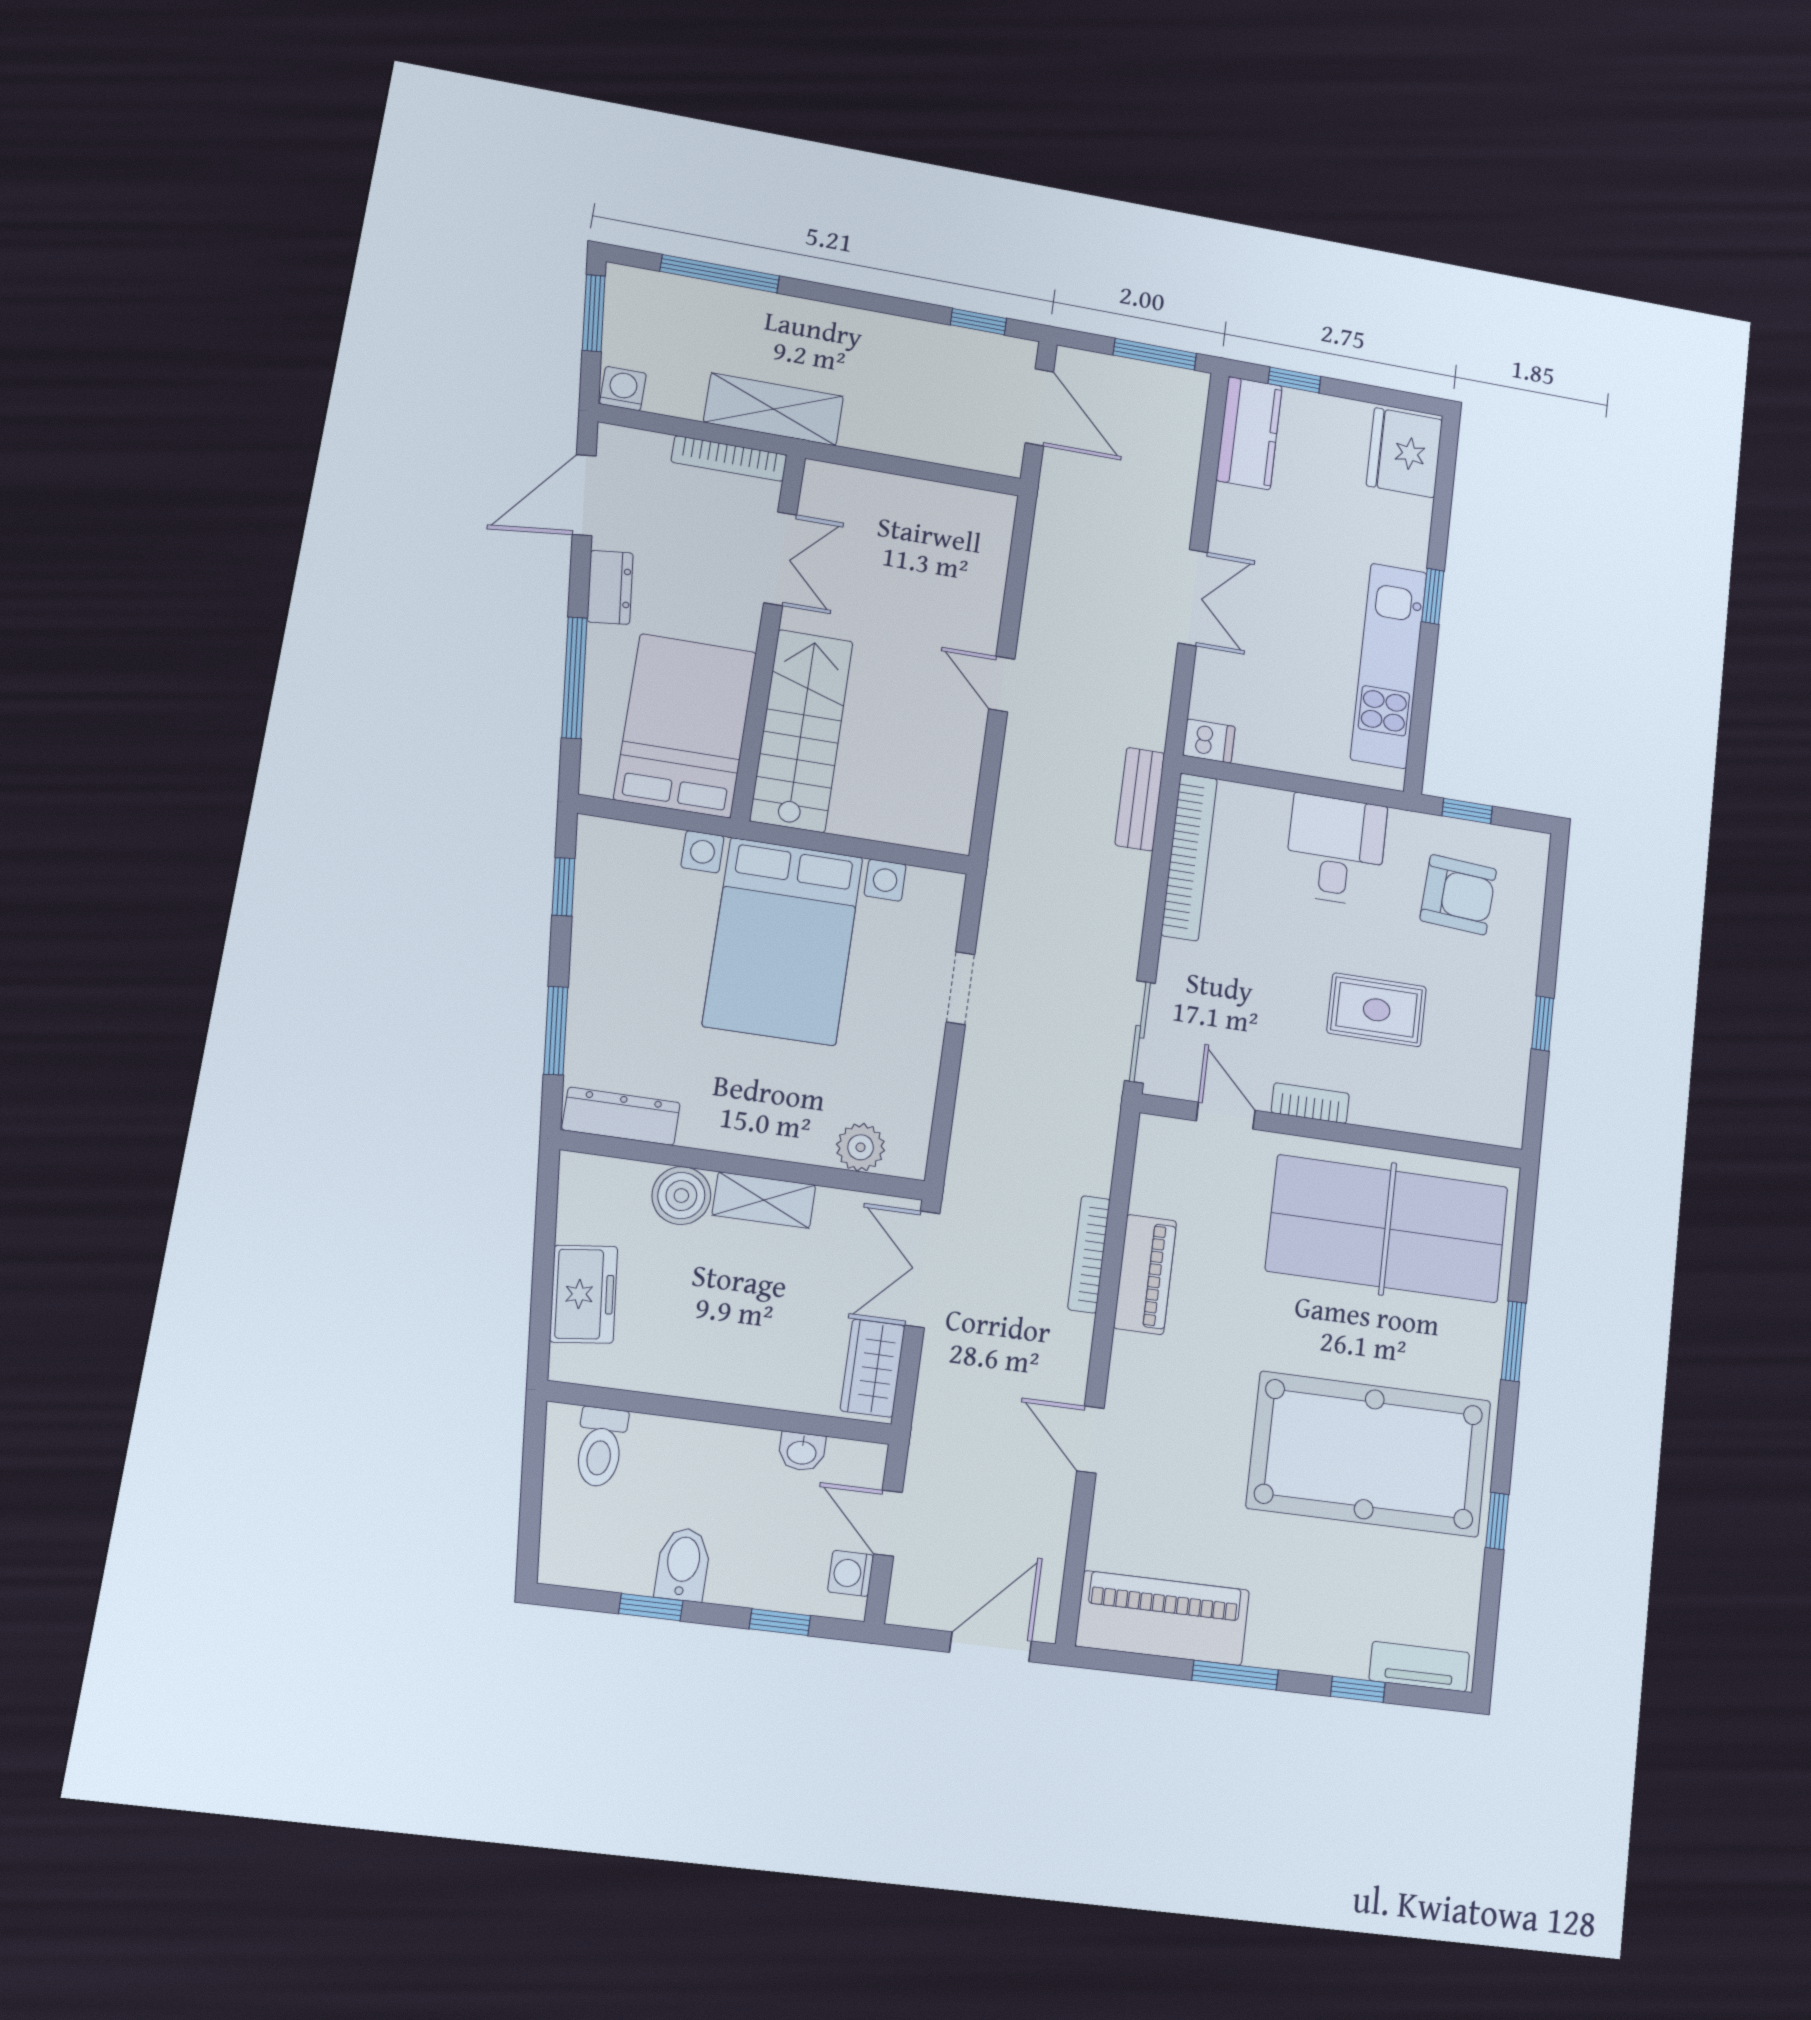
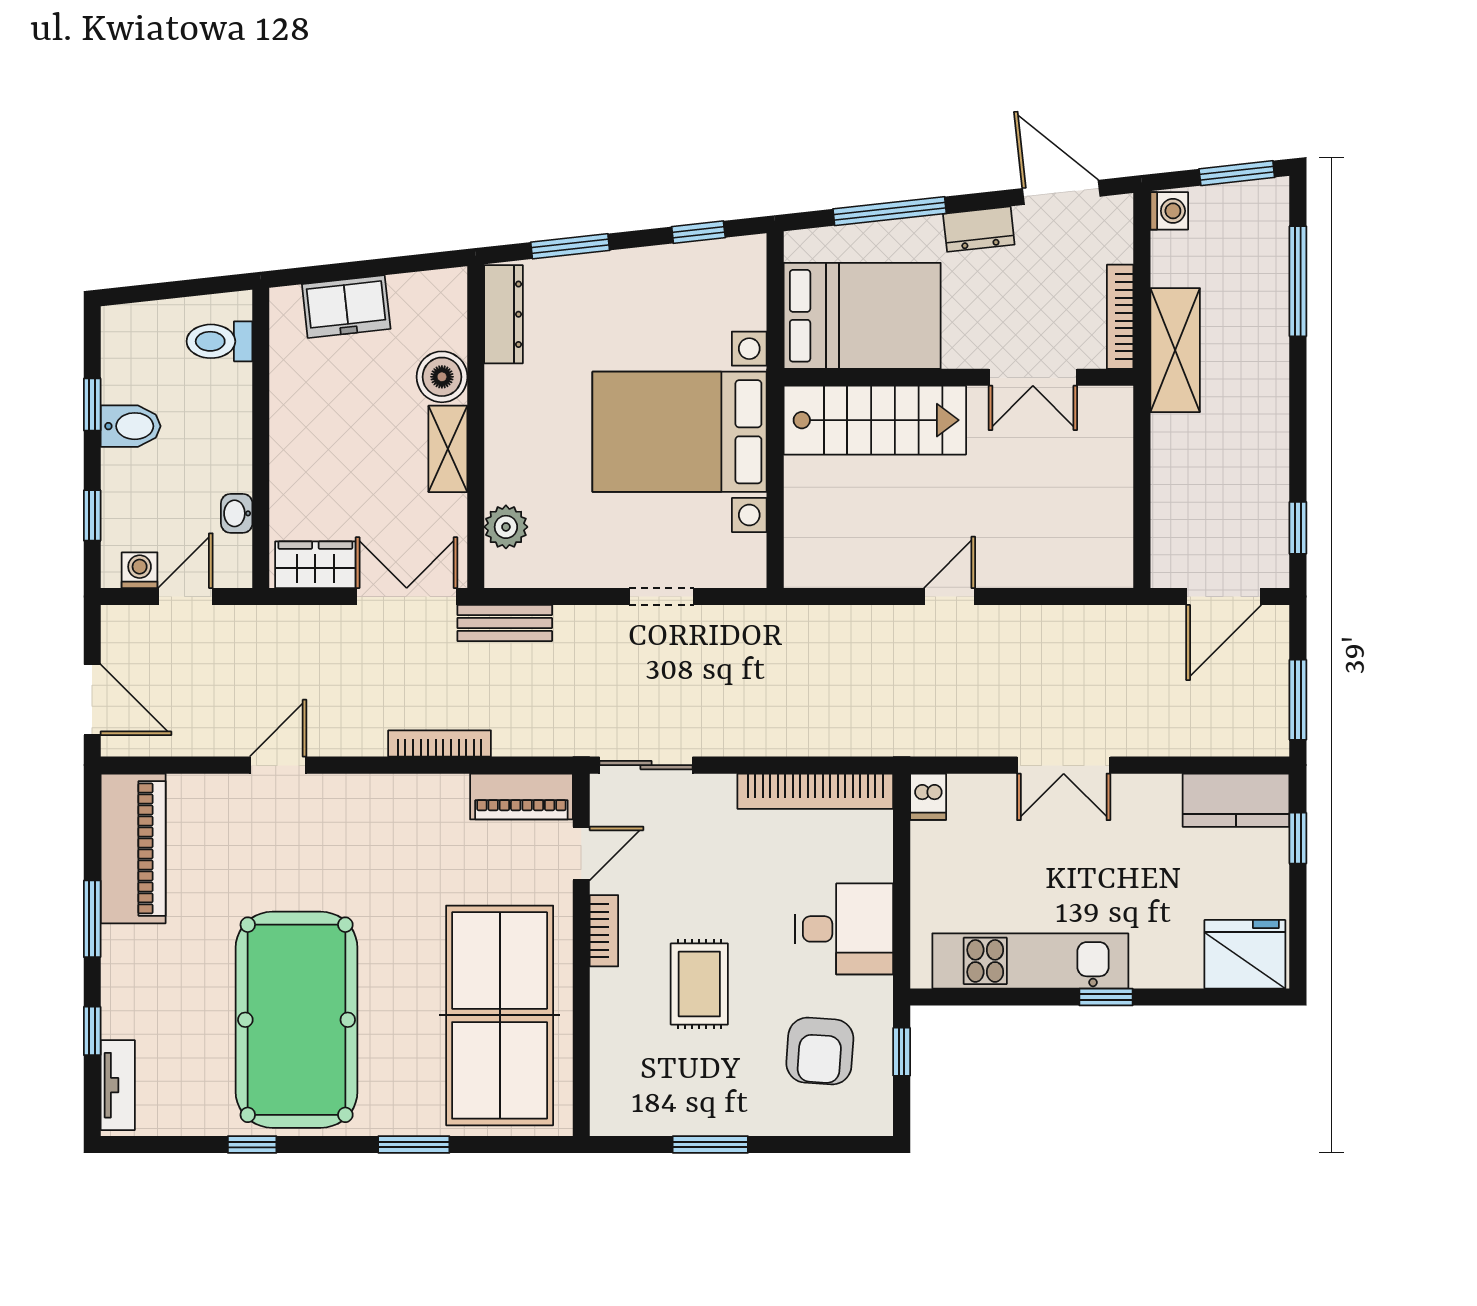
bench: (1140, 799) -> (505, 623), moved
window: (1543, 1023) -> (710, 1144), width x1.50
piano: (1145, 1274) -> (521, 796), moved

